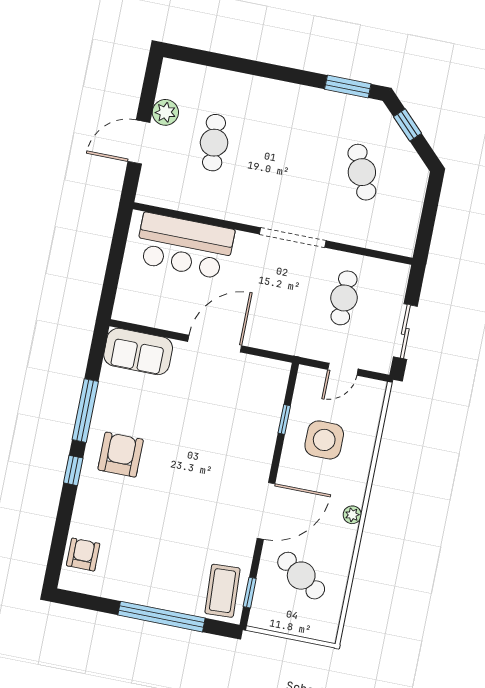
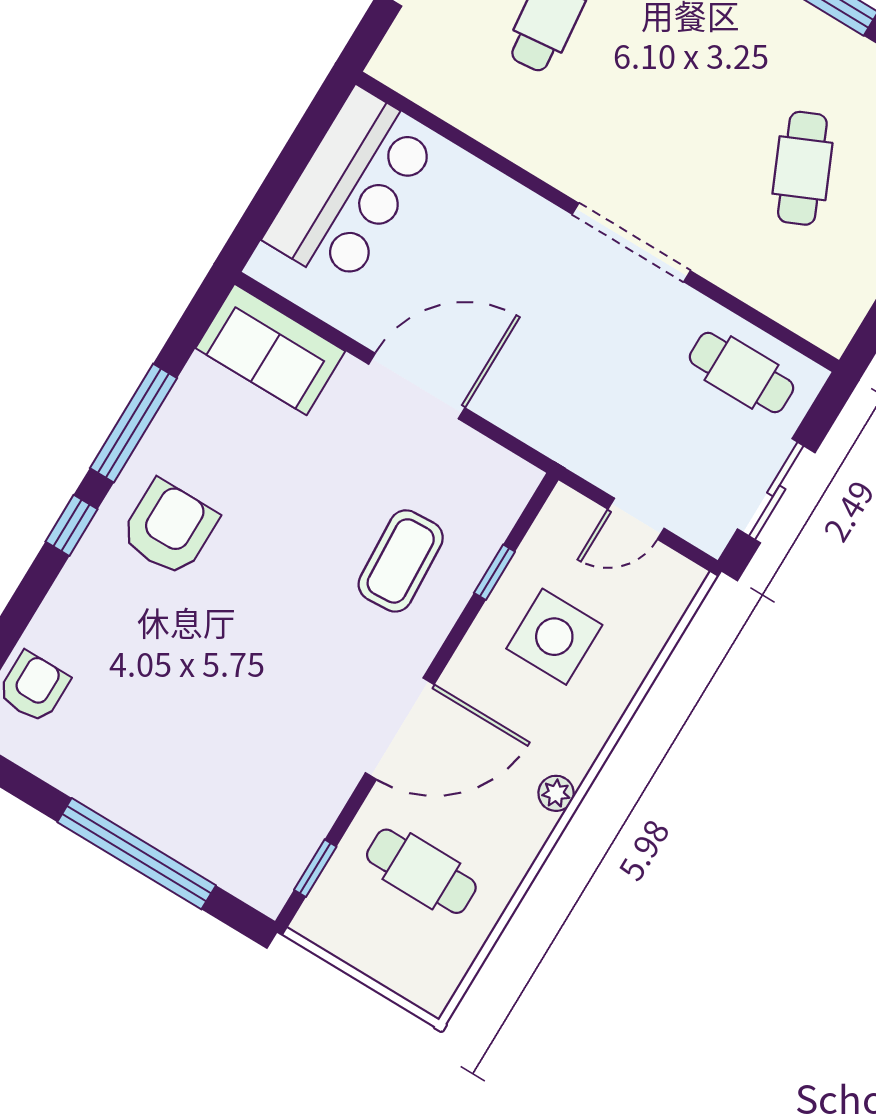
bar counter: (185, 246) -> (352, 188), moved, turned -90
cafe table: (344, 298) -> (742, 373), moved, turned 90
cafe table: (301, 576) -> (421, 871), turned -34
coffee table: (222, 591) -> (401, 561), moved

